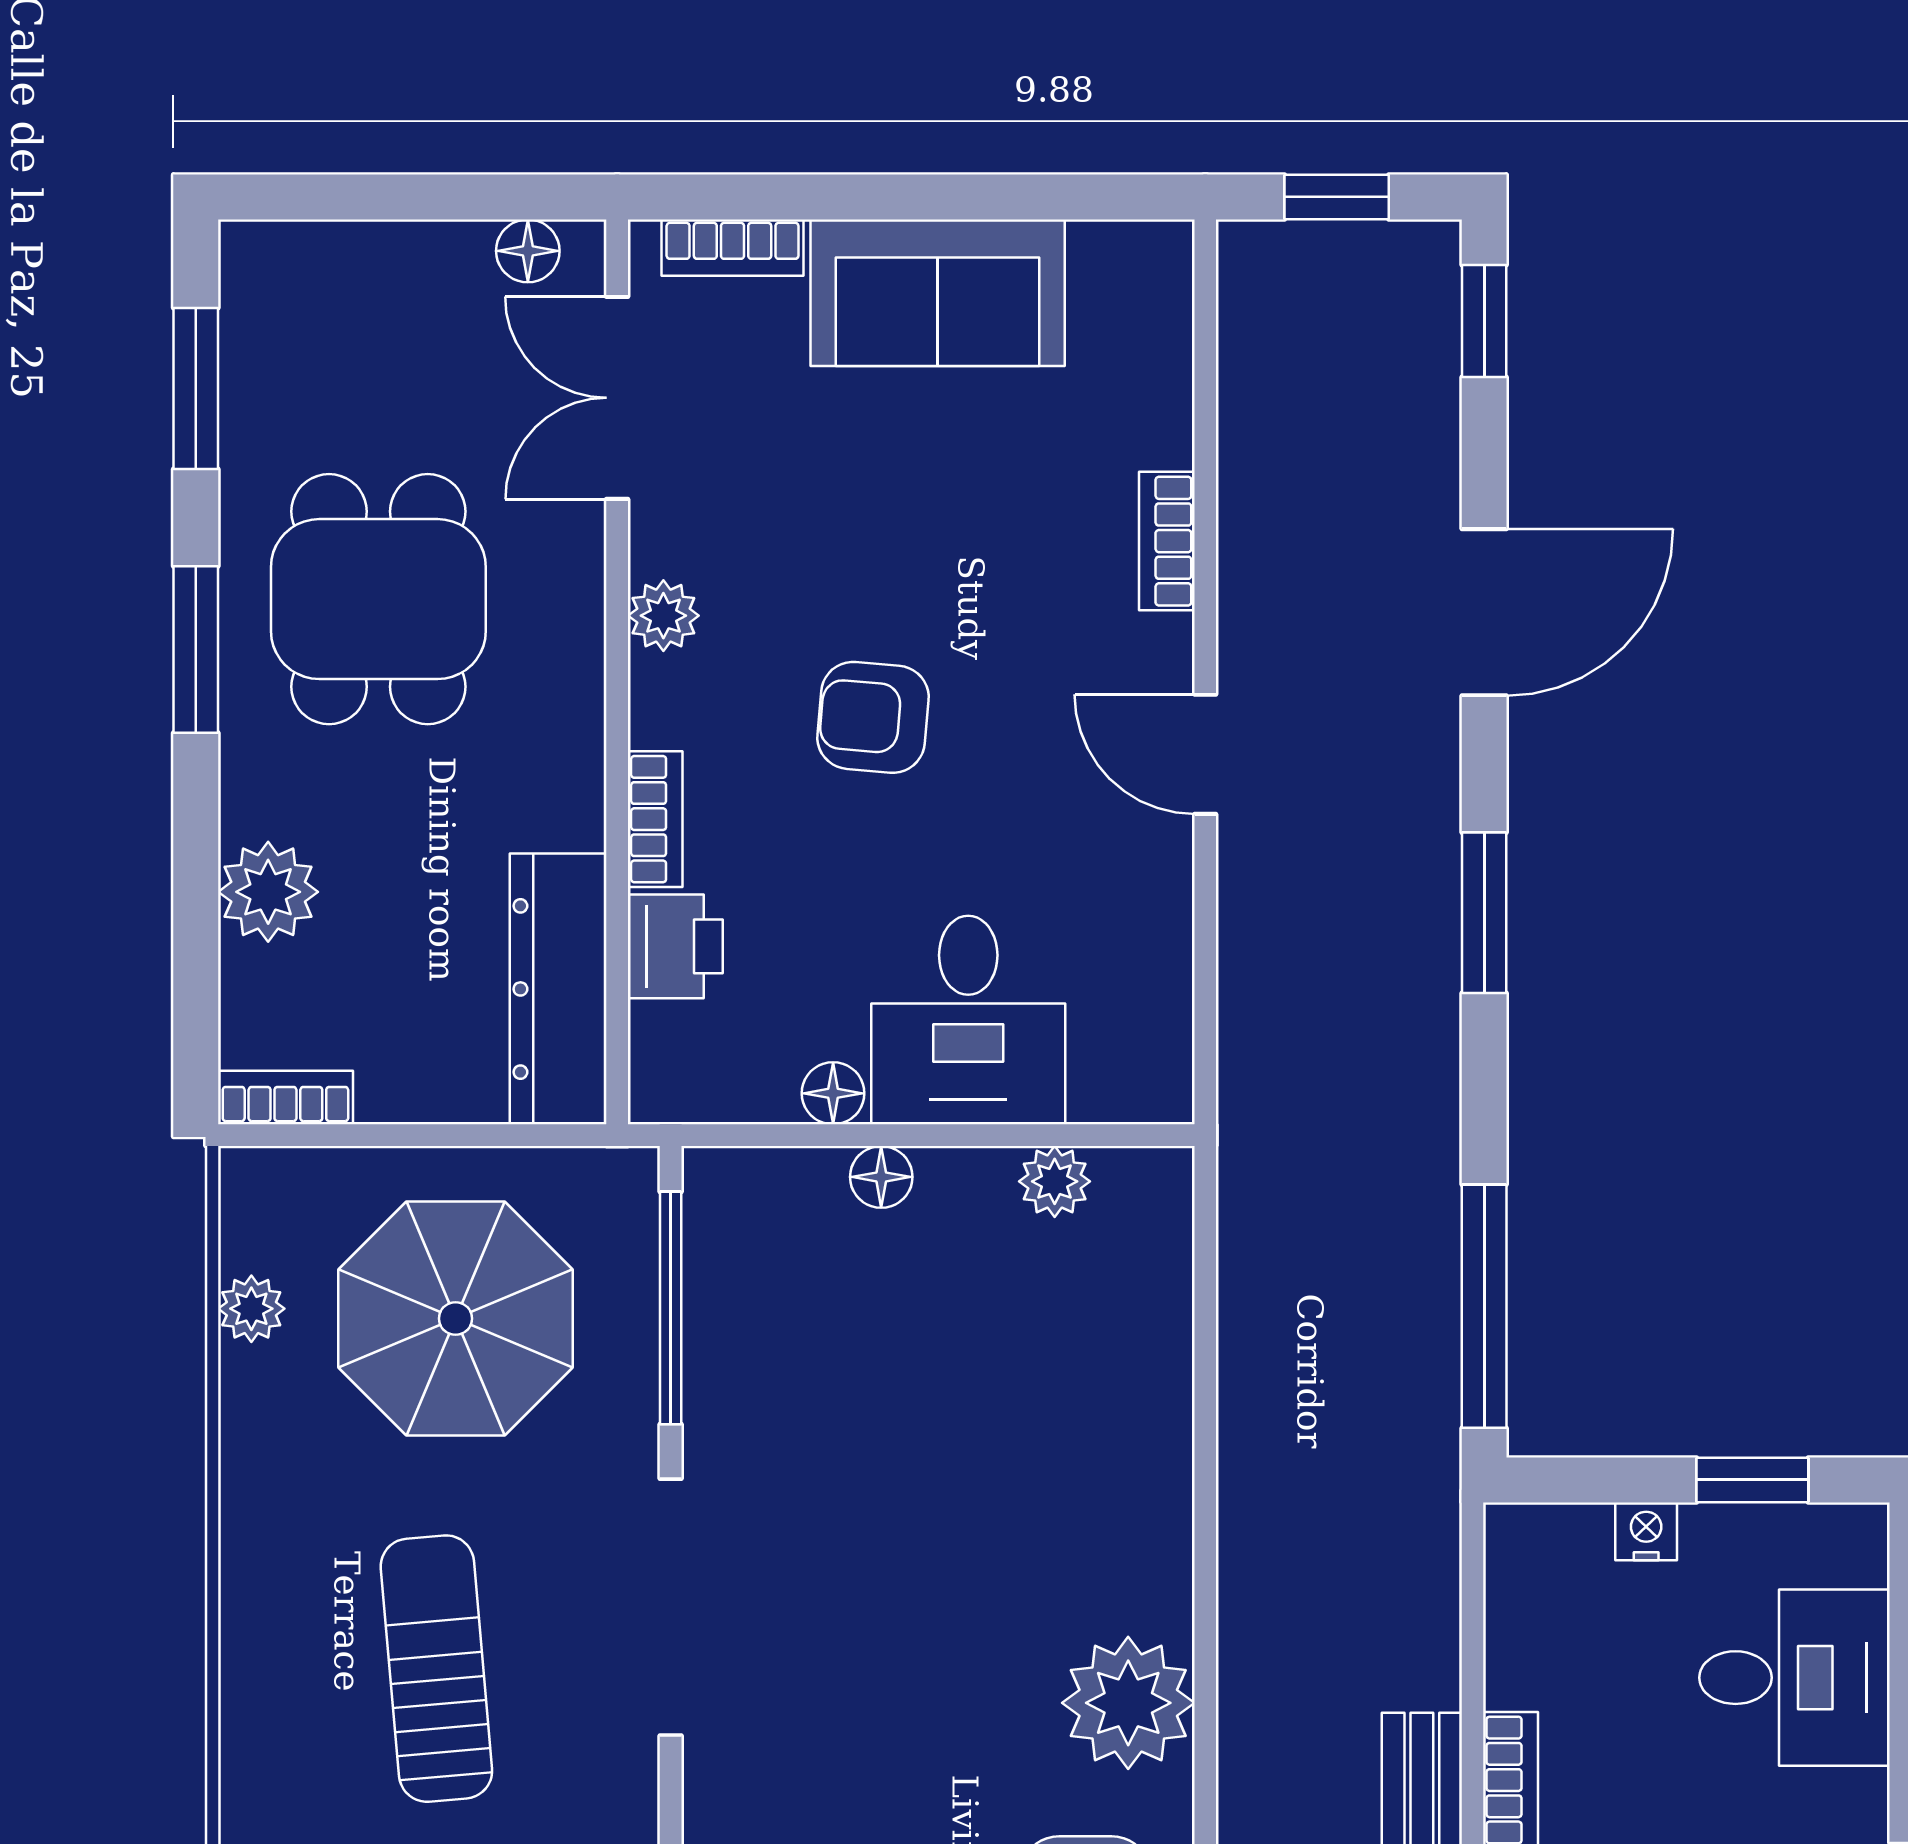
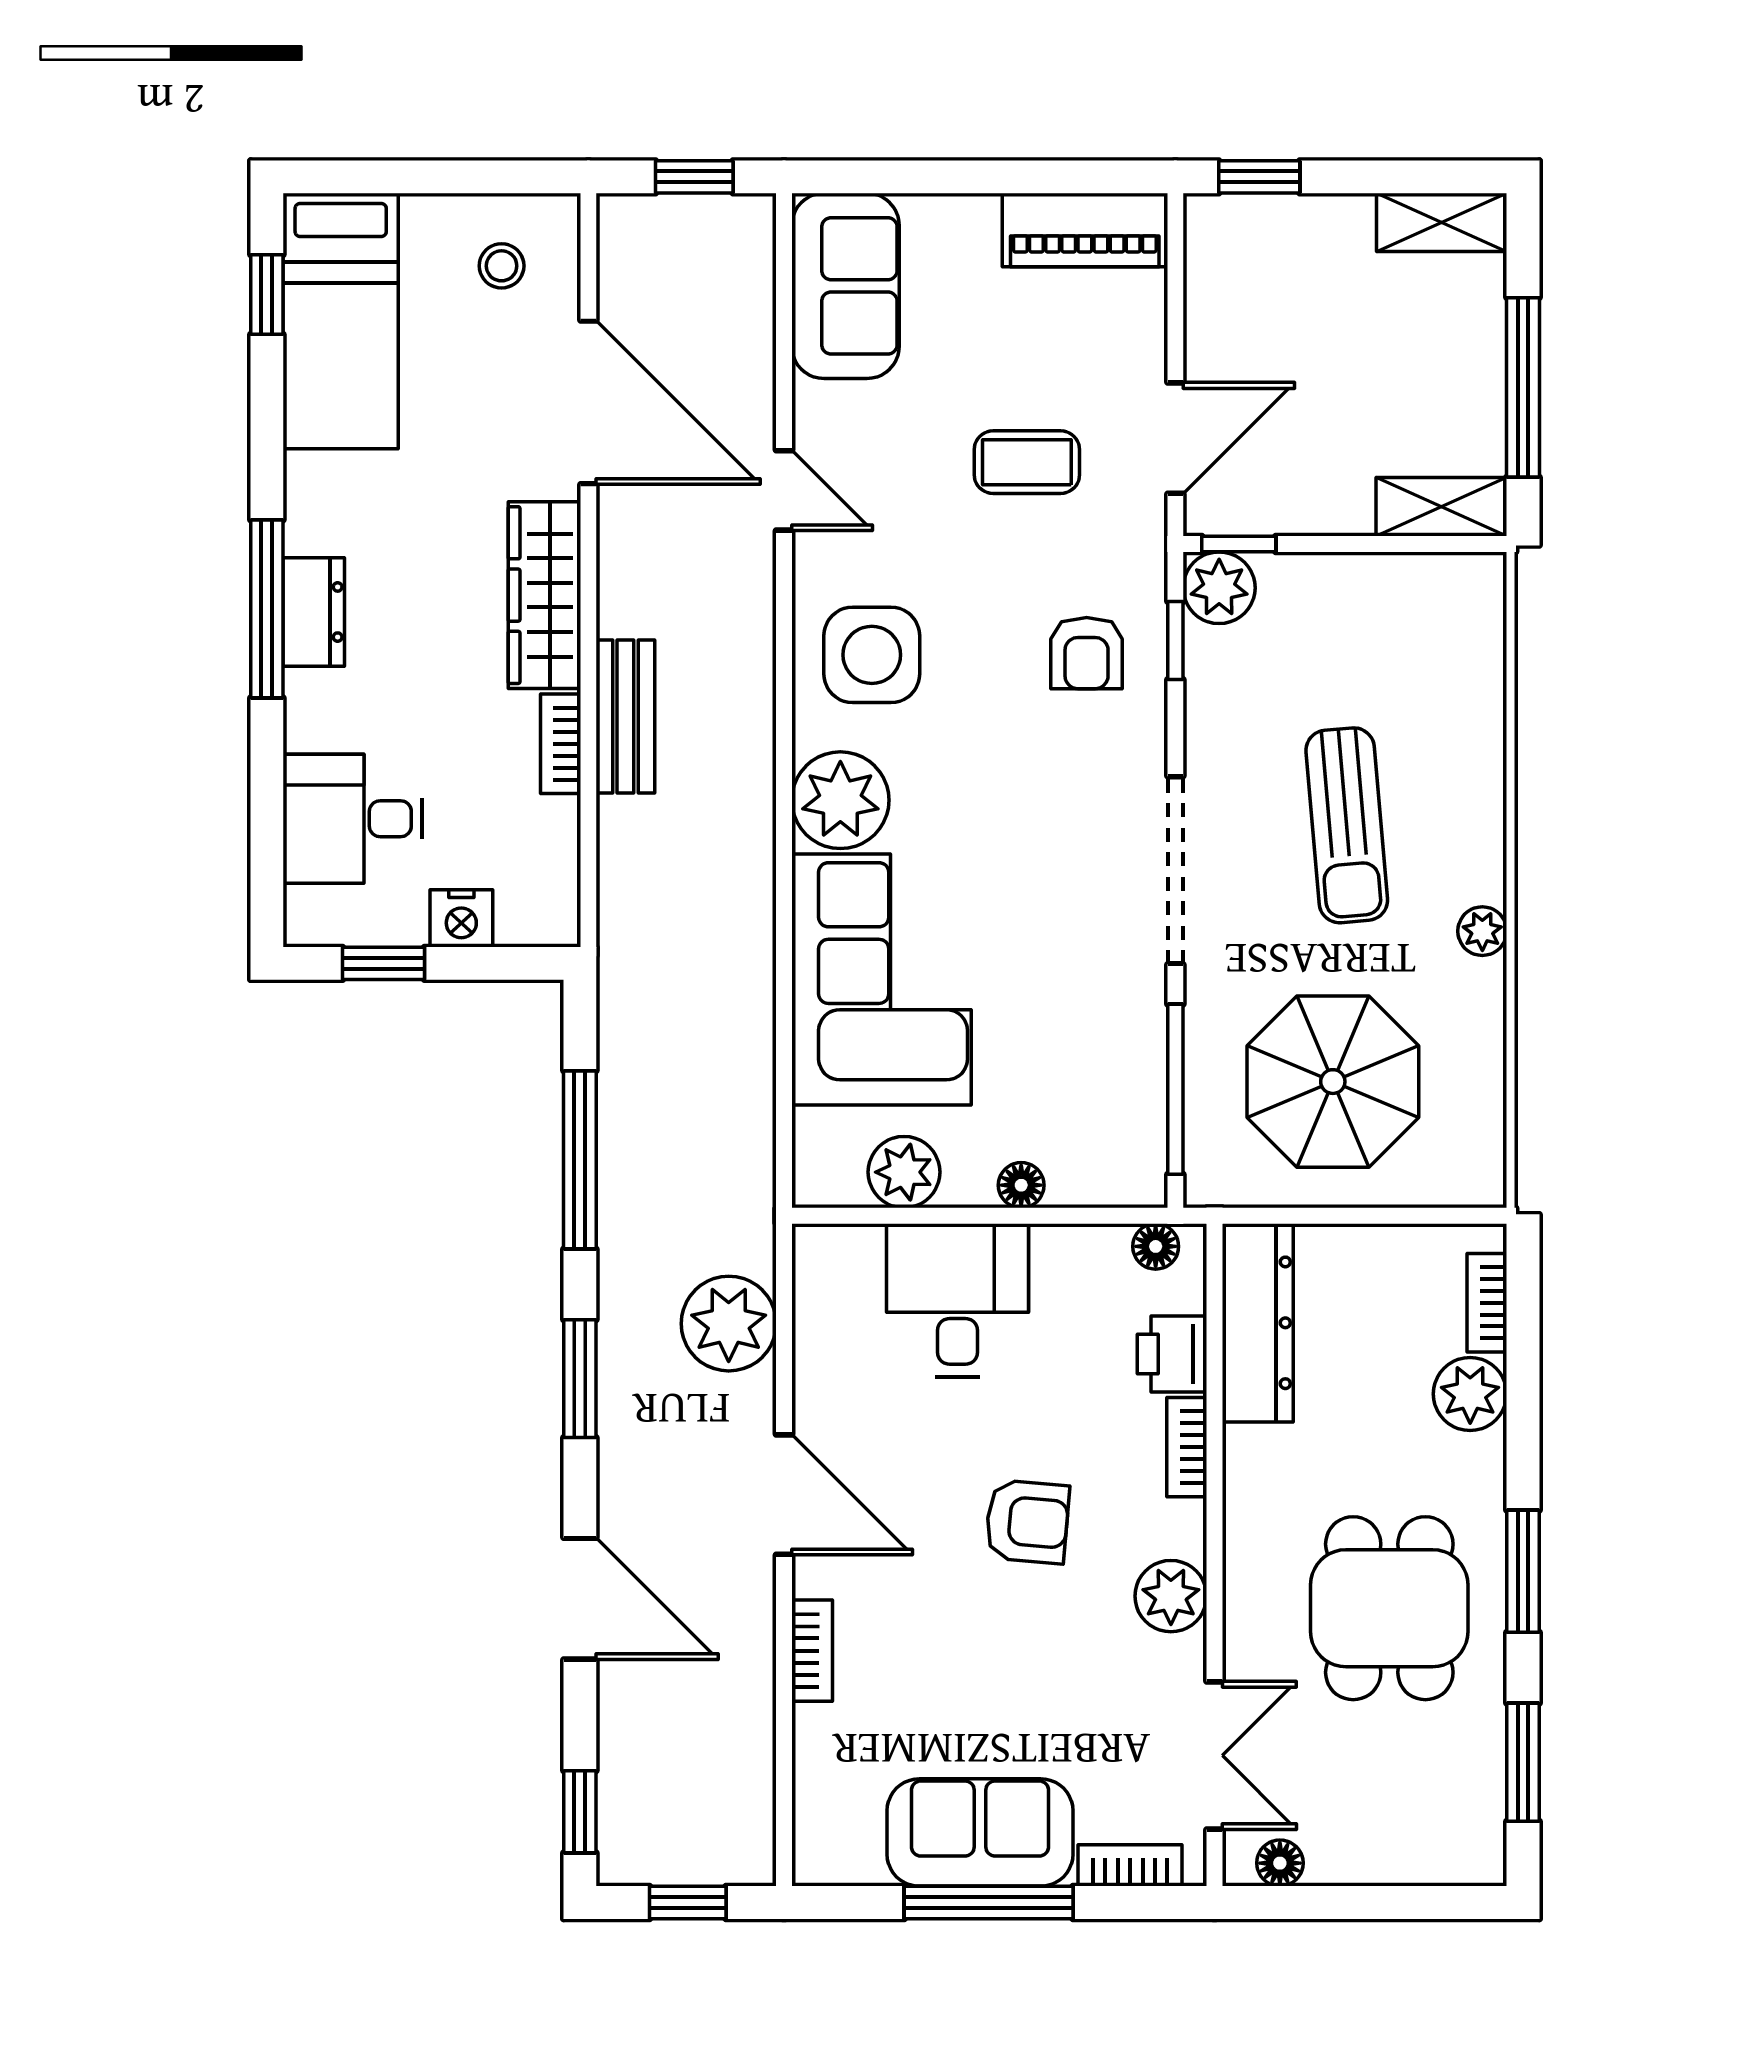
window: (926, 197) -> (989, 1903), added
door: (1484, 612) -> (580, 1599), swing flipped
plant: (663, 616) -> (1171, 1596), width x1.38, depth x1.38
door: (1205, 754) -> (784, 1495), width x1.38
plant: (1281, 988) -> (729, 1324), added
floor lamp: (833, 1093) -> (1156, 1246), moved
bookcase: (285, 1098) -> (1487, 1303), moved, turned 90
plant: (1055, 1181) -> (904, 1172), width x1.38, depth x1.38
window: (1484, 1306) -> (580, 1160), moved
plant: (251, 1309) -> (1482, 931), moved
corner sofa: (1072, 1458) -> (881, 979), added
nightstand: (1646, 1531) -> (461, 918), width x1.39, depth x1.35

